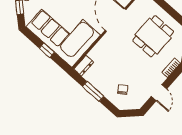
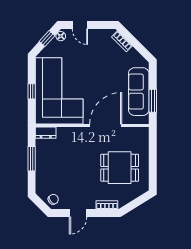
chair: (123, 90) -> (53, 199), moved

